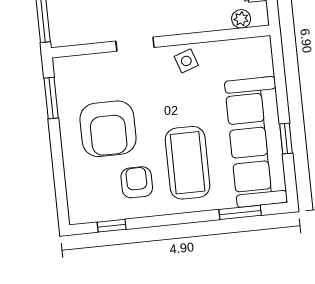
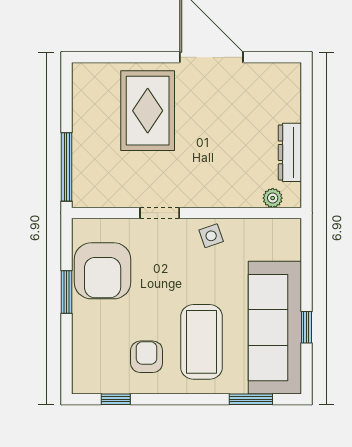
window: (51, 98) -> (67, 292), moved
armchair: (108, 129) -> (103, 271), moved

